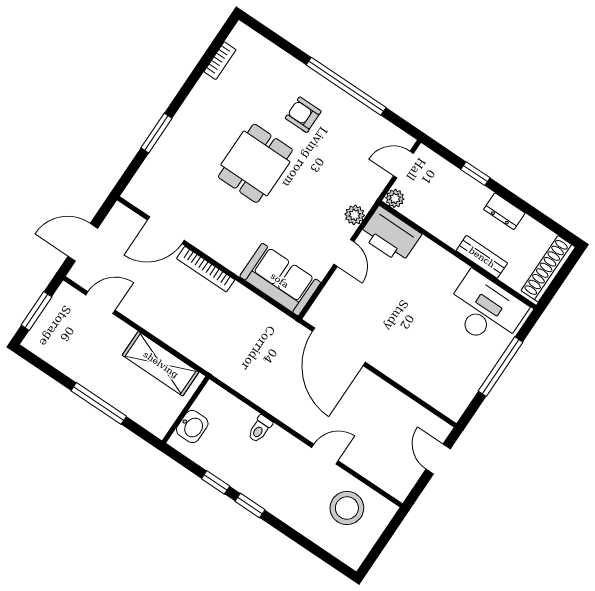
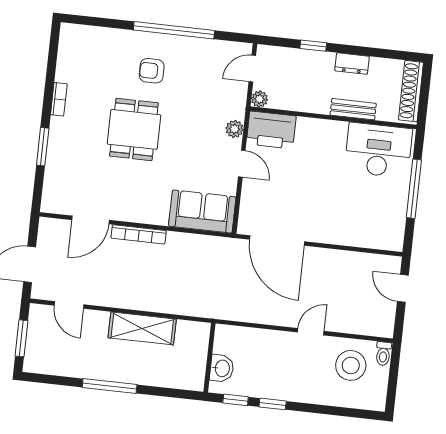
bookcase: (220, 61) -> (59, 99), moved
door: (100, 303) -> (69, 305), swing flipped
wall: (186, 410) -> (209, 358), moved
washbasin: (192, 427) -> (222, 368), moved
toilet: (260, 429) -> (383, 354), moved

